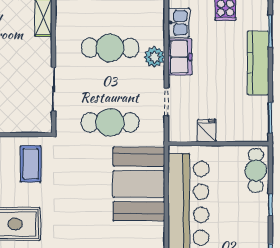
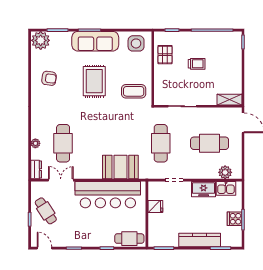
cafe table: (110, 48) -> (210, 143), turned 90
plant: (155, 57) -> (225, 172), moved
booth: (139, 184) -> (120, 167), width x0.73, depth x0.70

